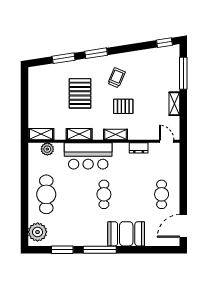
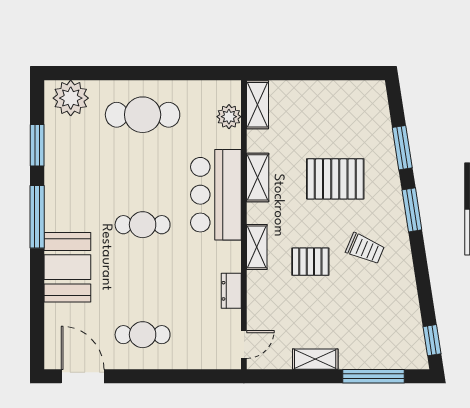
pallet: (123, 106) -> (310, 262), turned 90

